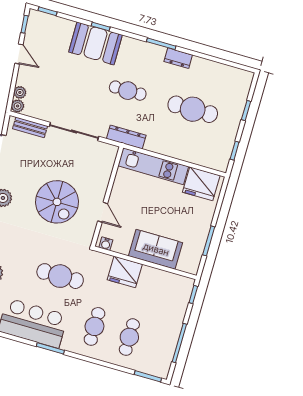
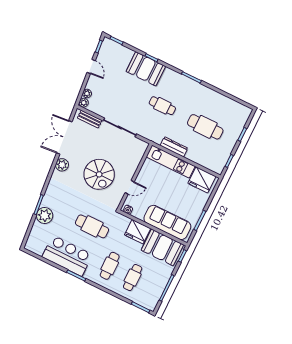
dresser: (178, 58) -> (202, 89), removed
dresser: (126, 137) -> (174, 147), moved
door: (103, 212) -> (130, 187), hinge flipped
sofa: (156, 249) -> (167, 222), width x1.36
booth: (163, 288) -> (162, 247), added

